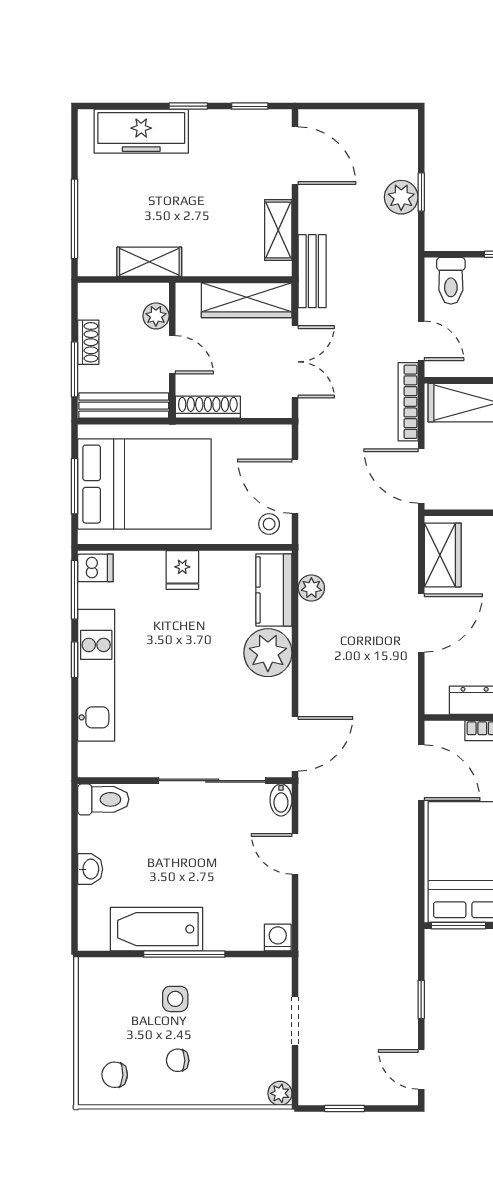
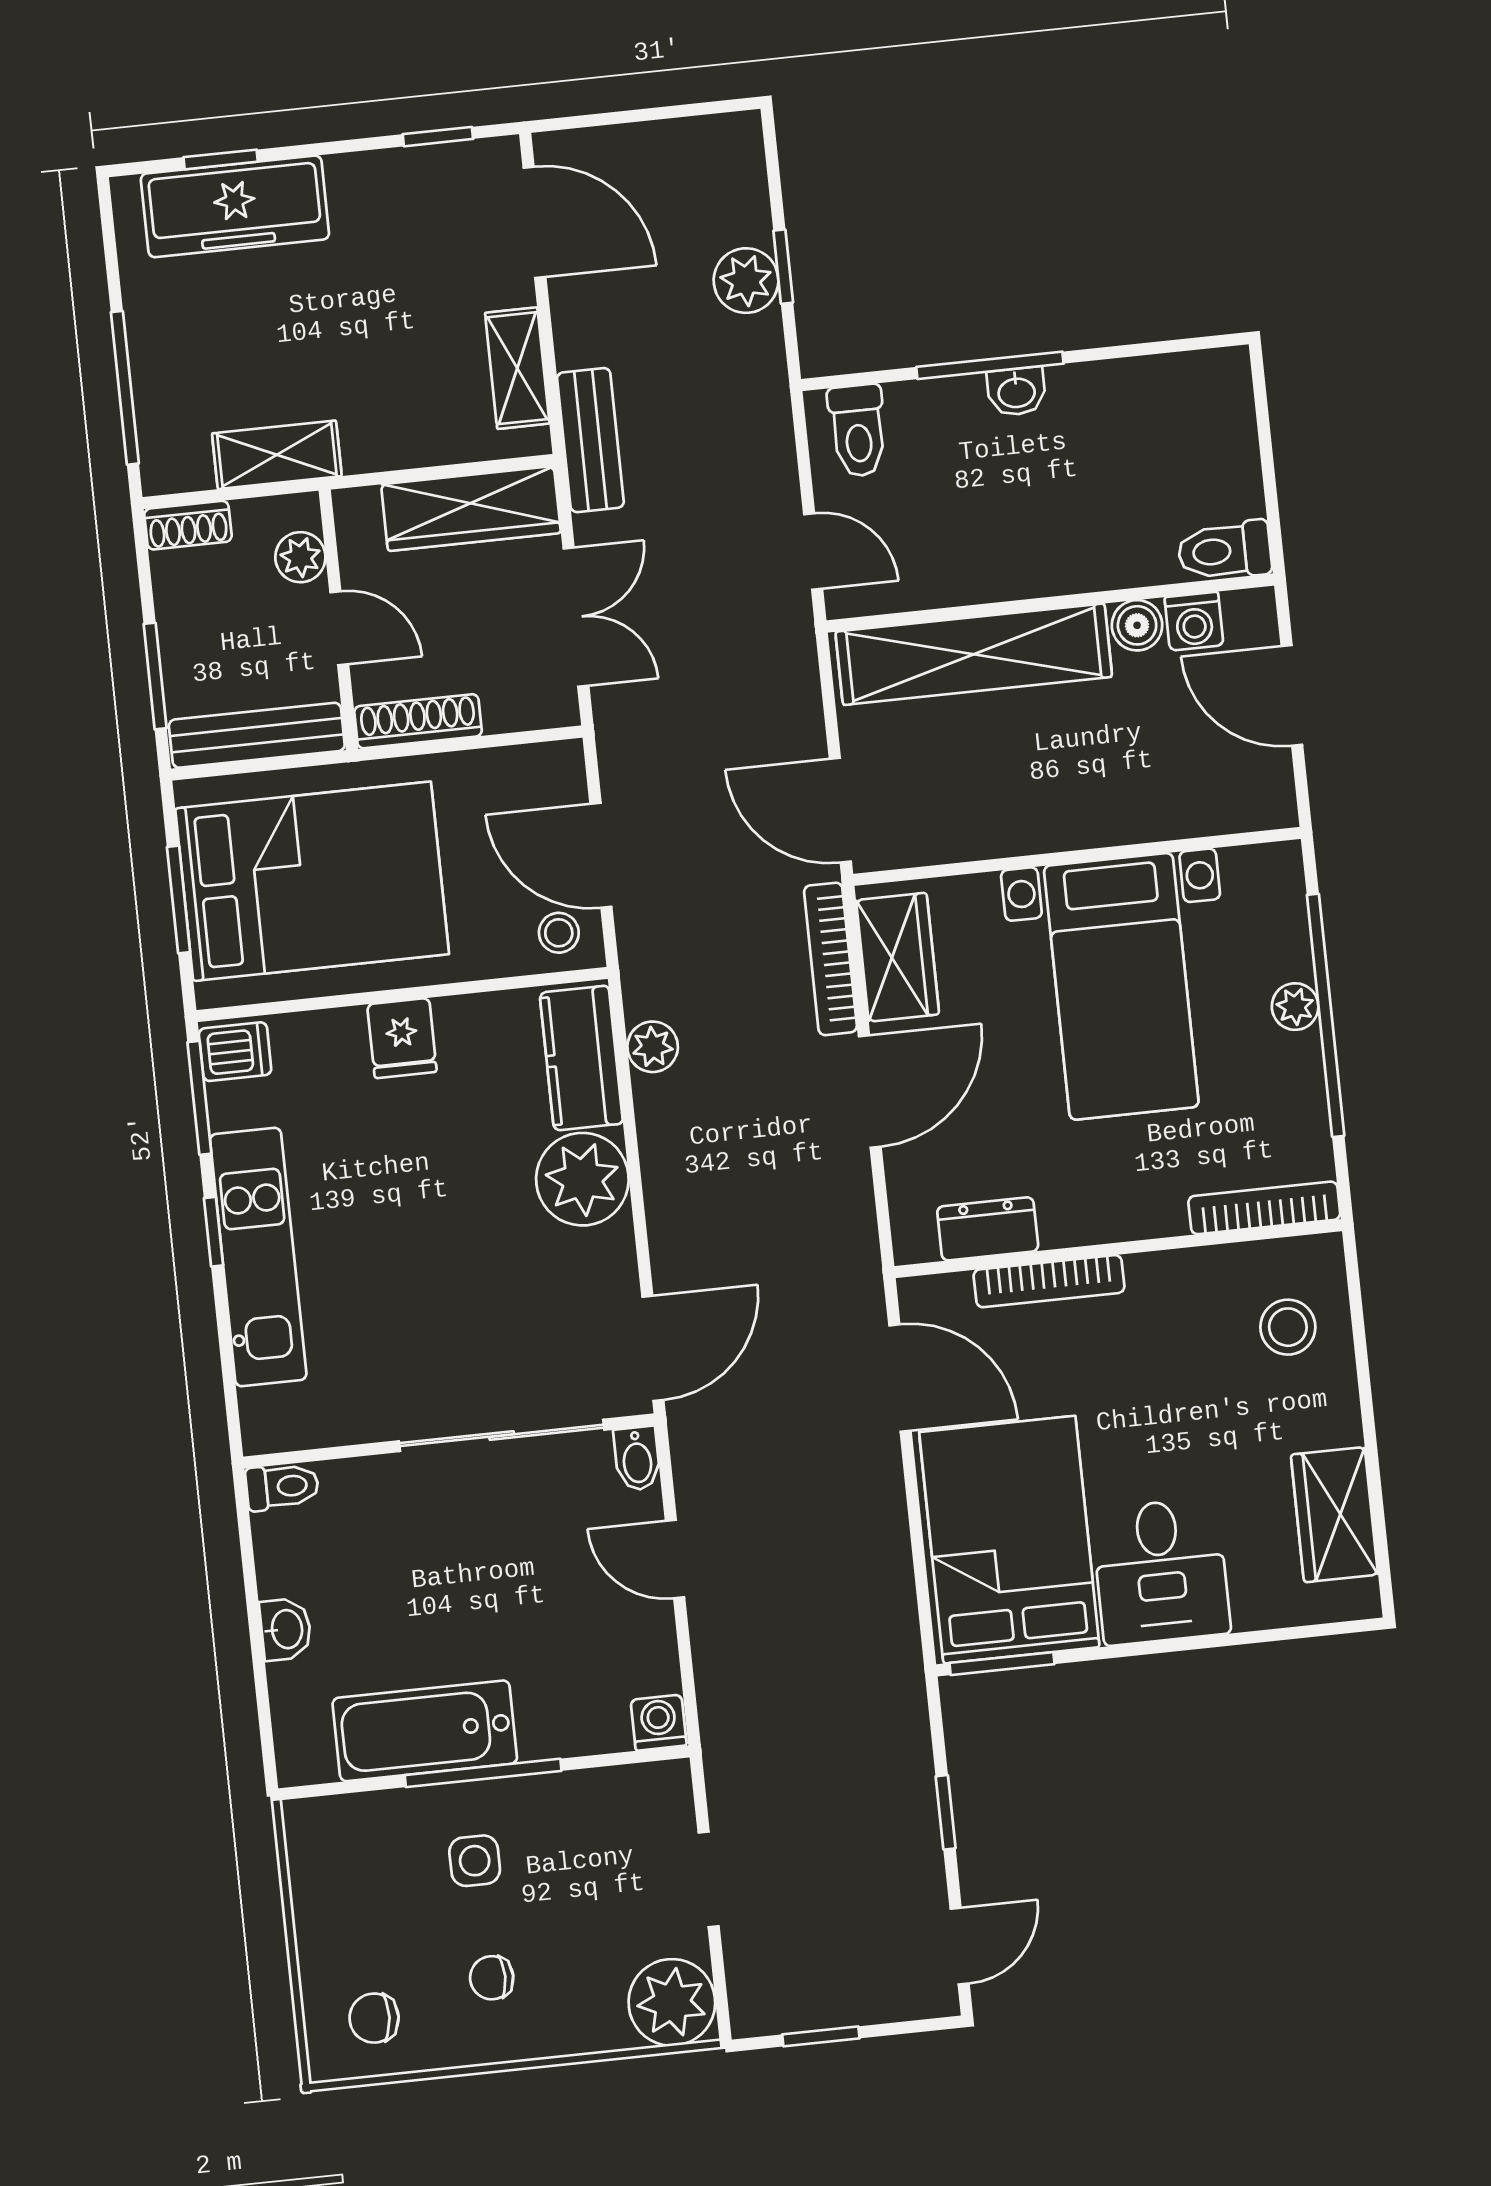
window: (188, 106) -> (221, 159), moved
shoe rack: (88, 342) -> (188, 525), moved, turned 90
bookcase: (408, 402) -> (830, 959), moved
toilet: (103, 799) -> (282, 1487), width x0.73, depth x0.72
door: (421, 1069) -> (960, 1946), swing flipped
plant: (280, 1093) -> (672, 2002), width x1.87, depth x1.87

